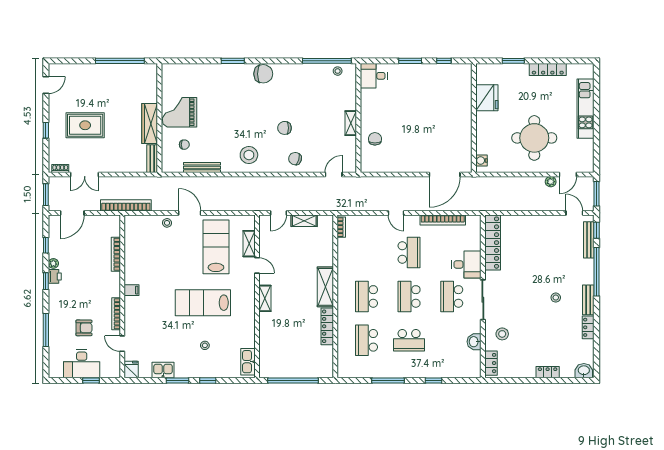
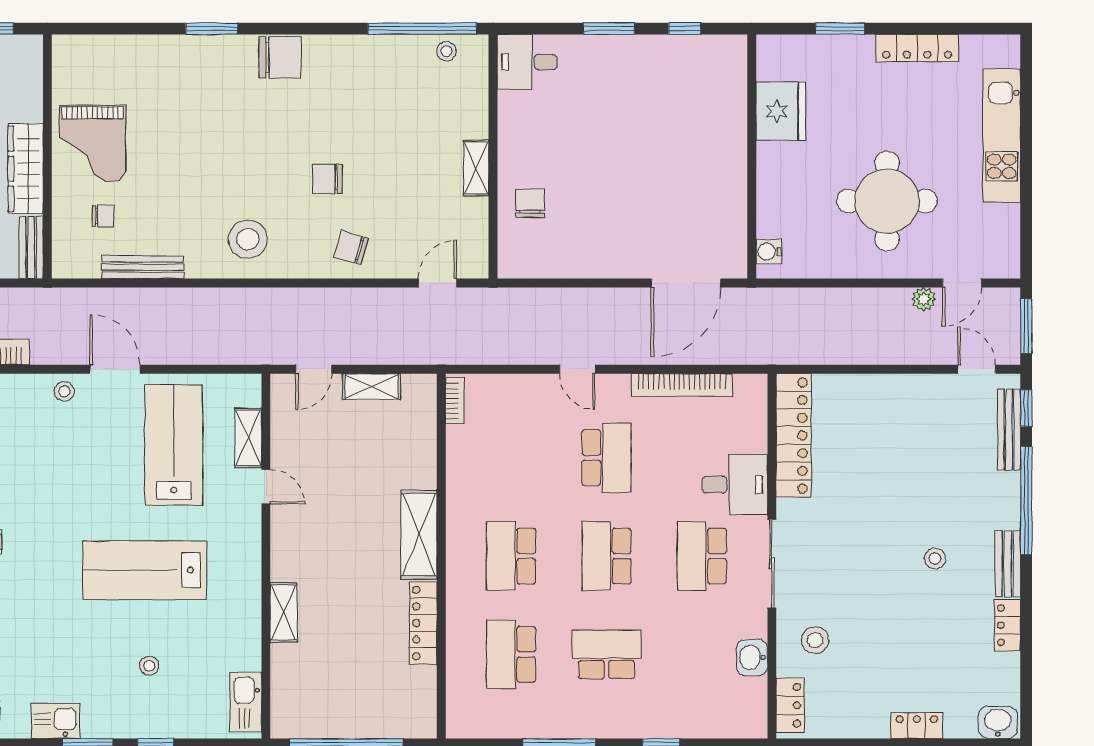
grand piano: (180, 112) -> (92, 144), turned -90
shelving: (265, 298) -> (284, 613), moved
school desk: (409, 340) -> (607, 654), turned 180

